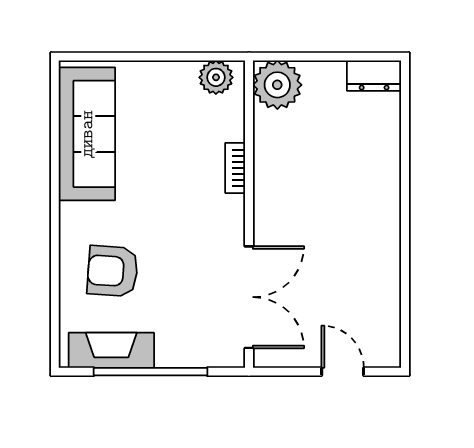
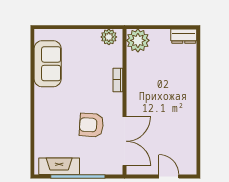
sofa: (87, 134) -> (48, 64), width x0.73
armchair: (113, 271) -> (91, 125), moved

